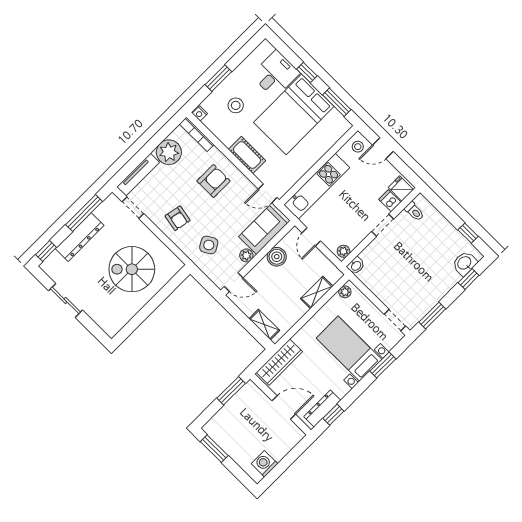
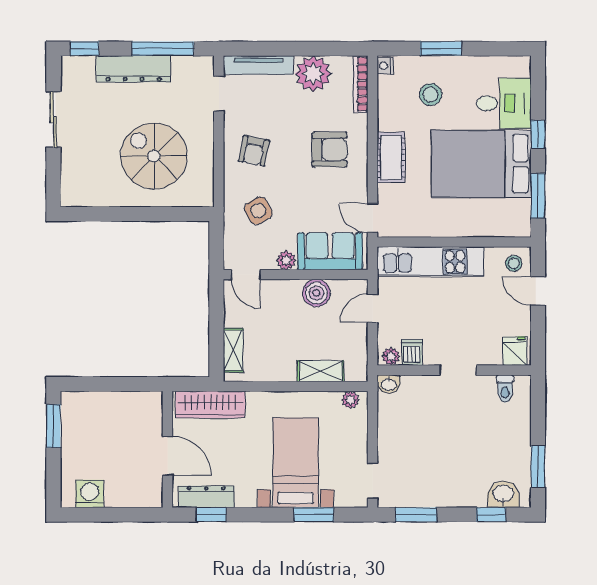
dishwasher: (390, 201) -> (412, 352), moved
window: (468, 233) -> (538, 467), width x1.50
window: (231, 391) -> (131, 384), removed

